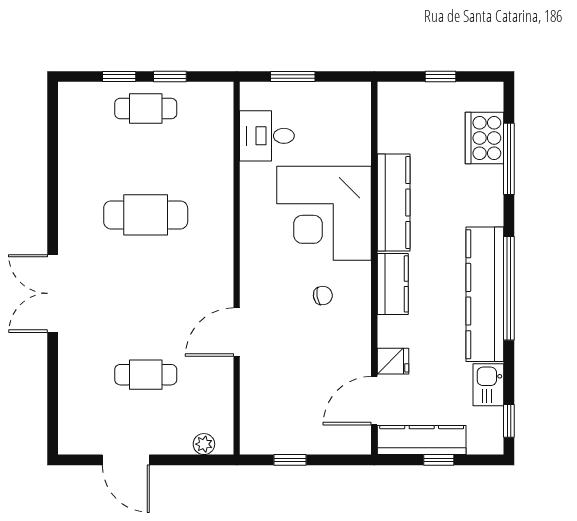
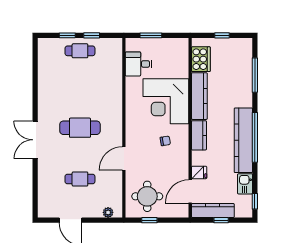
cooker: (485, 138) -> (201, 59), moved, turned 180
cafe table: (146, 215) -> (80, 128), moved
round table: (285, 411) -> (147, 196), added

